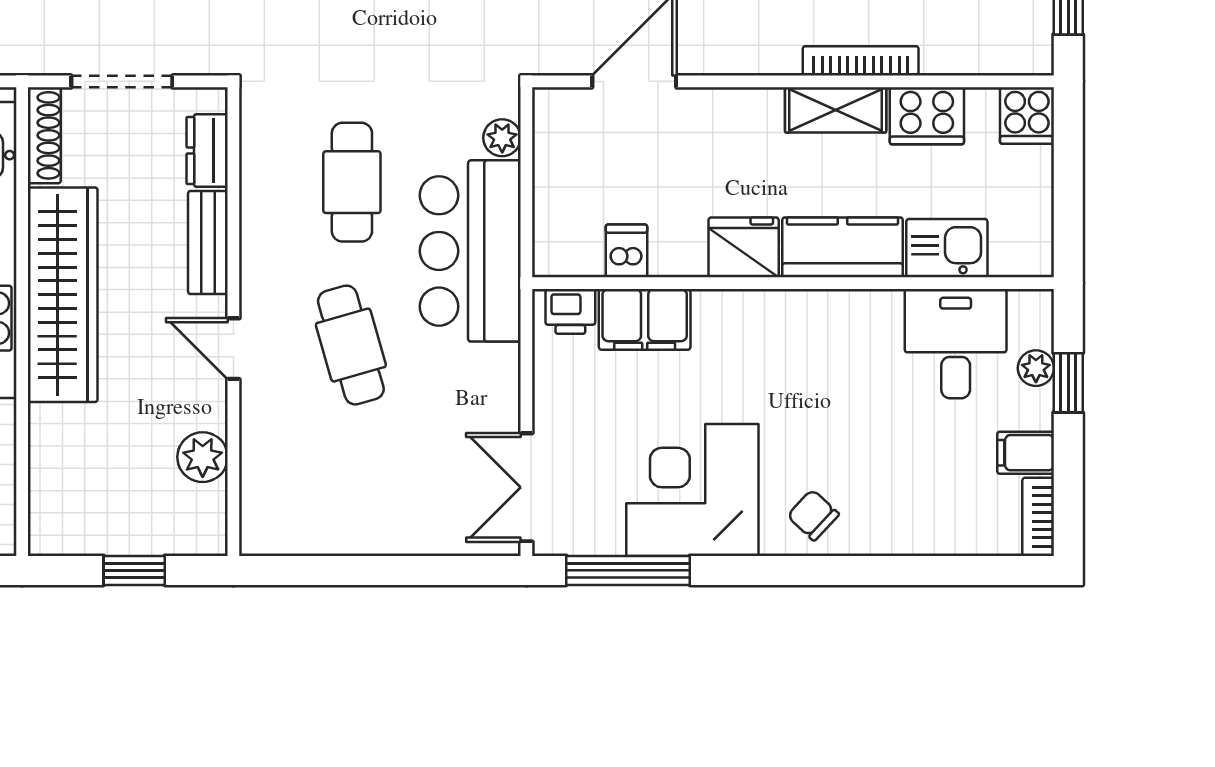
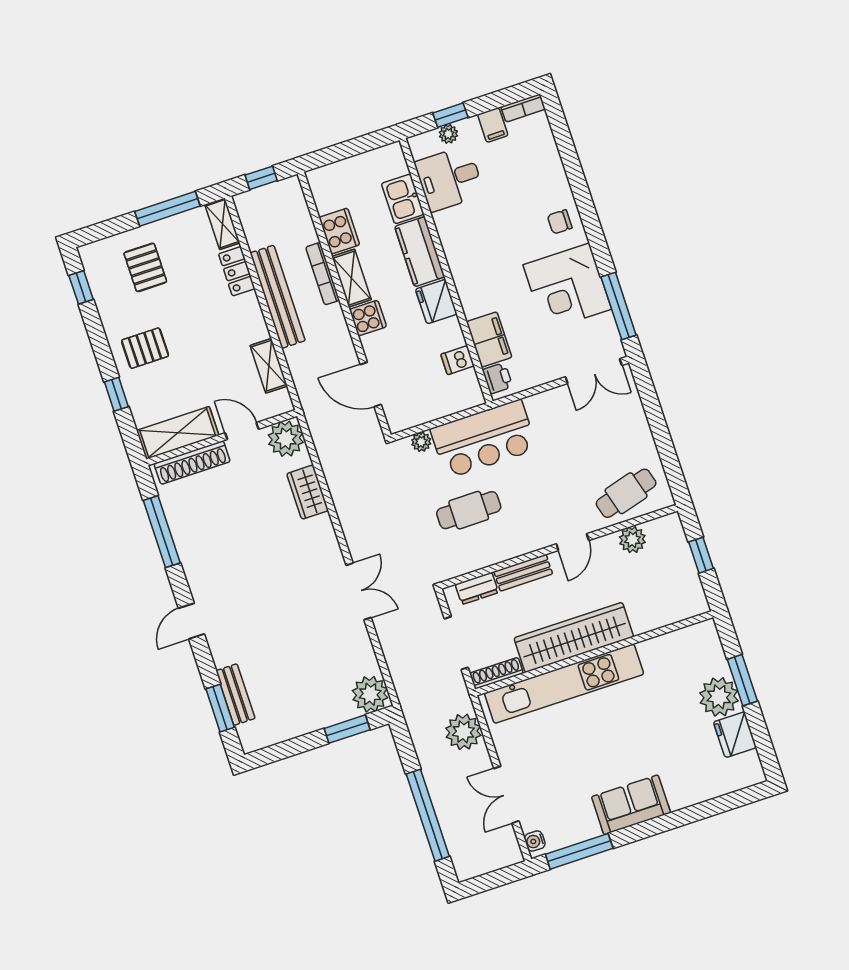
cooker: (1027, 116) -> (368, 318), moved
cafe table: (351, 345) -> (626, 493), moved
chair: (813, 515) -> (560, 222), turned 47

